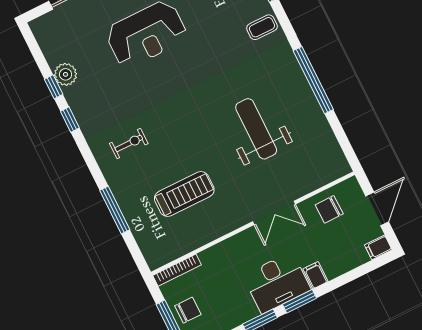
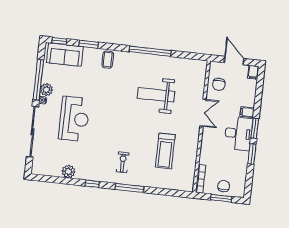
window: (54, 87) -> (71, 181), removed
treadmill: (184, 194) -> (165, 151), turned 180
window: (115, 210) -> (129, 188), moved

